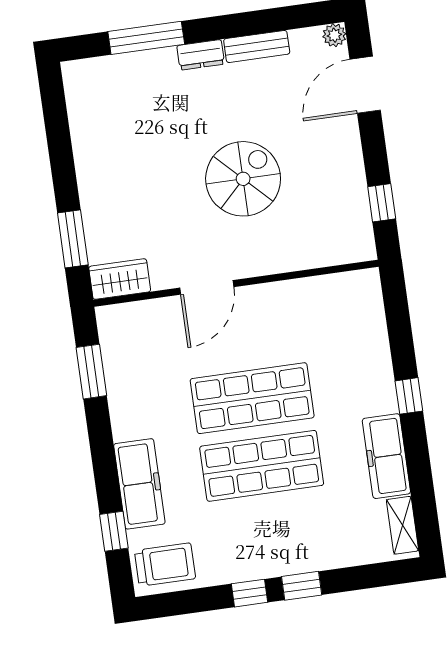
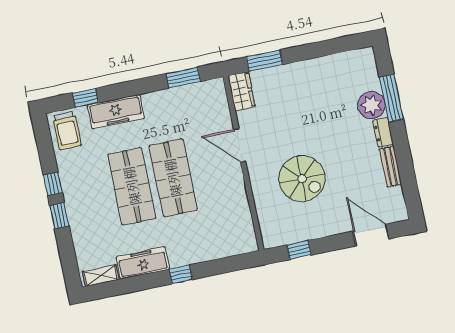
plant: (334, 35) -> (371, 105), moved, width x1.88, depth x1.88
spiral stairs: (243, 179) -> (302, 179), moved

